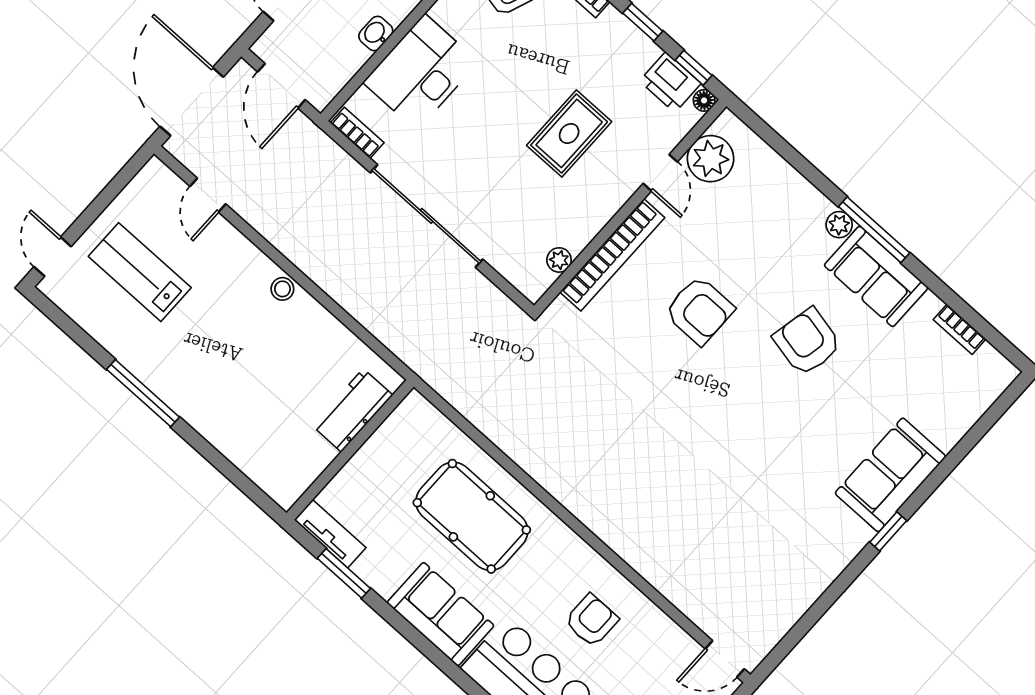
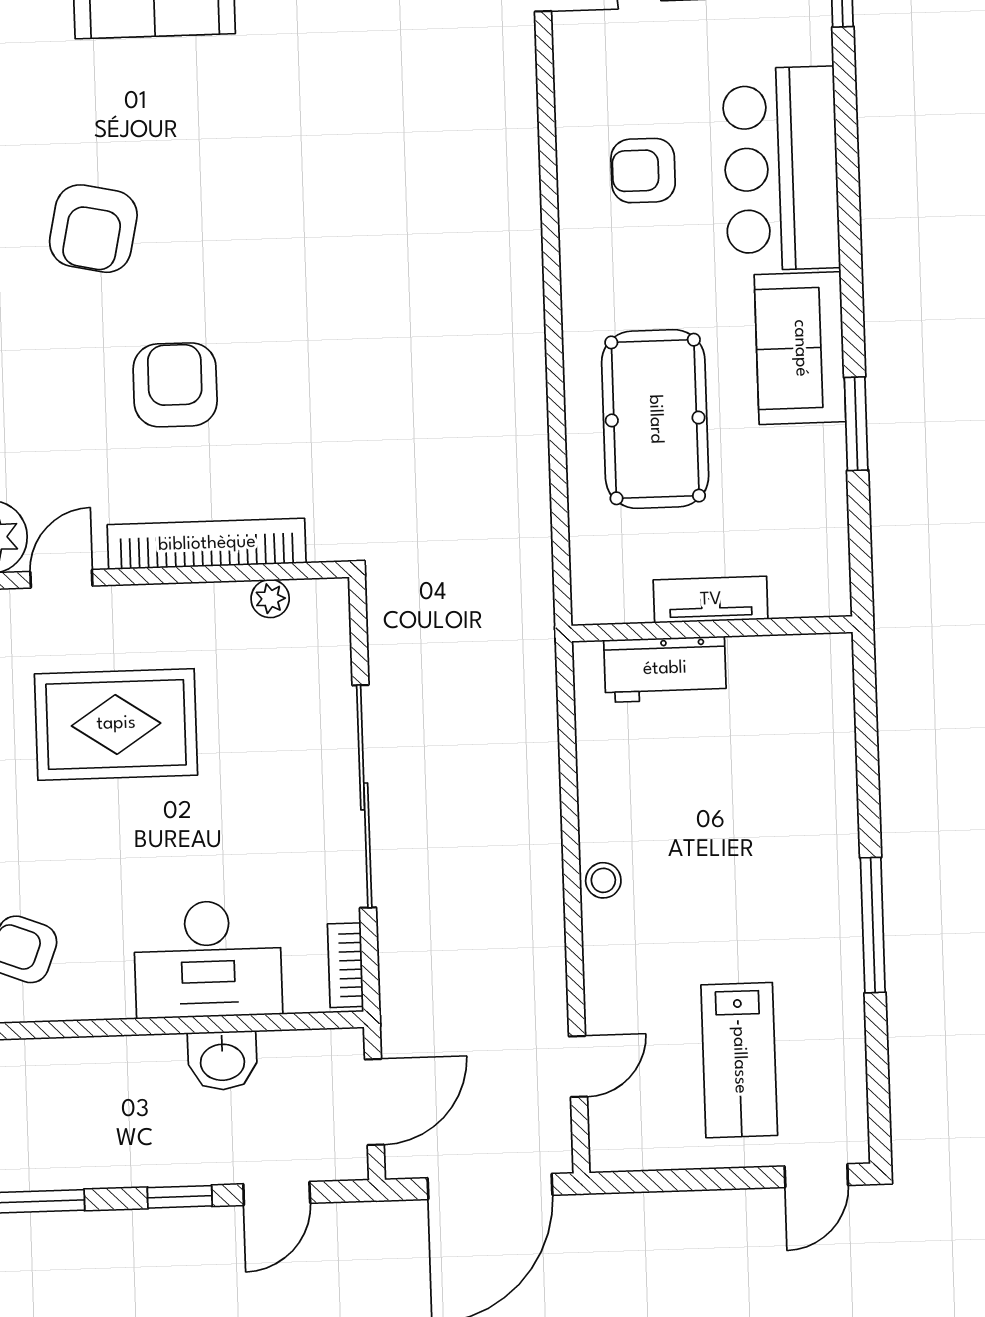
washbasin: (376, 33) -> (222, 1061), width x1.38, depth x1.45
rug: (569, 133) -> (116, 724), width x1.36, depth x1.43
tv unit: (330, 534) -> (711, 600), moved, turned 90
window: (344, 573) -> (856, 424), moved

